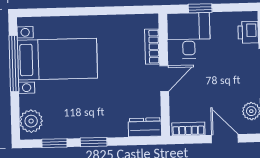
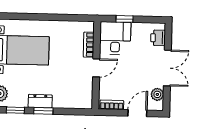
dresser: (145, 127) -> (40, 101), moved
door: (225, 139) -> (137, 113), hinge flipped

